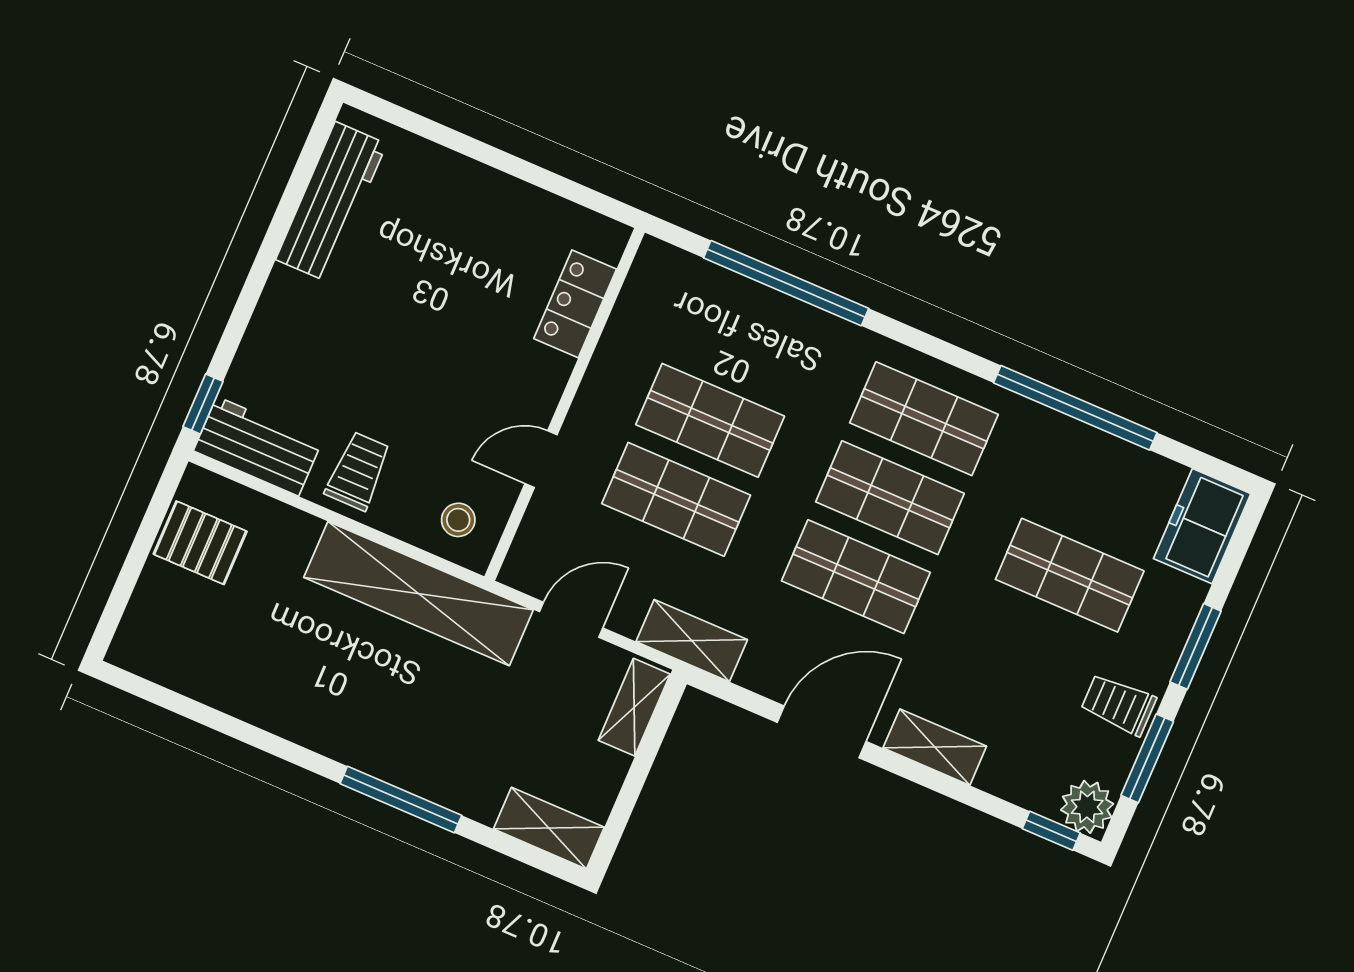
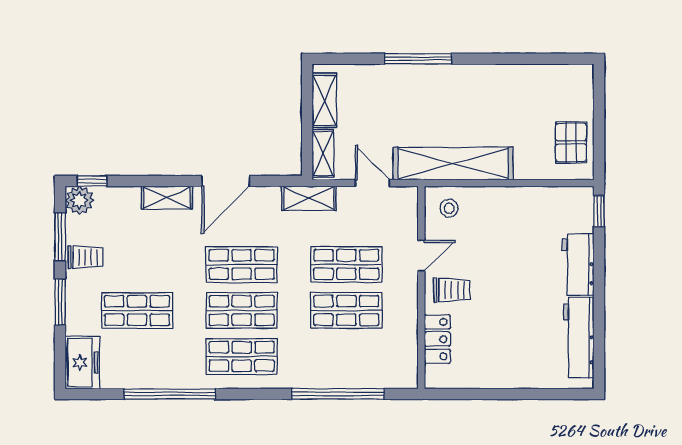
workbench: (258, 446) -> (578, 265), moved, turned 90
trolley: (358, 471) -> (452, 290), moved, turned -90
pallet: (200, 543) -> (571, 142), turned 90
door: (571, 620) -> (372, 183), swing flipped
shelving: (549, 828) -> (324, 100), moved, turned 90

